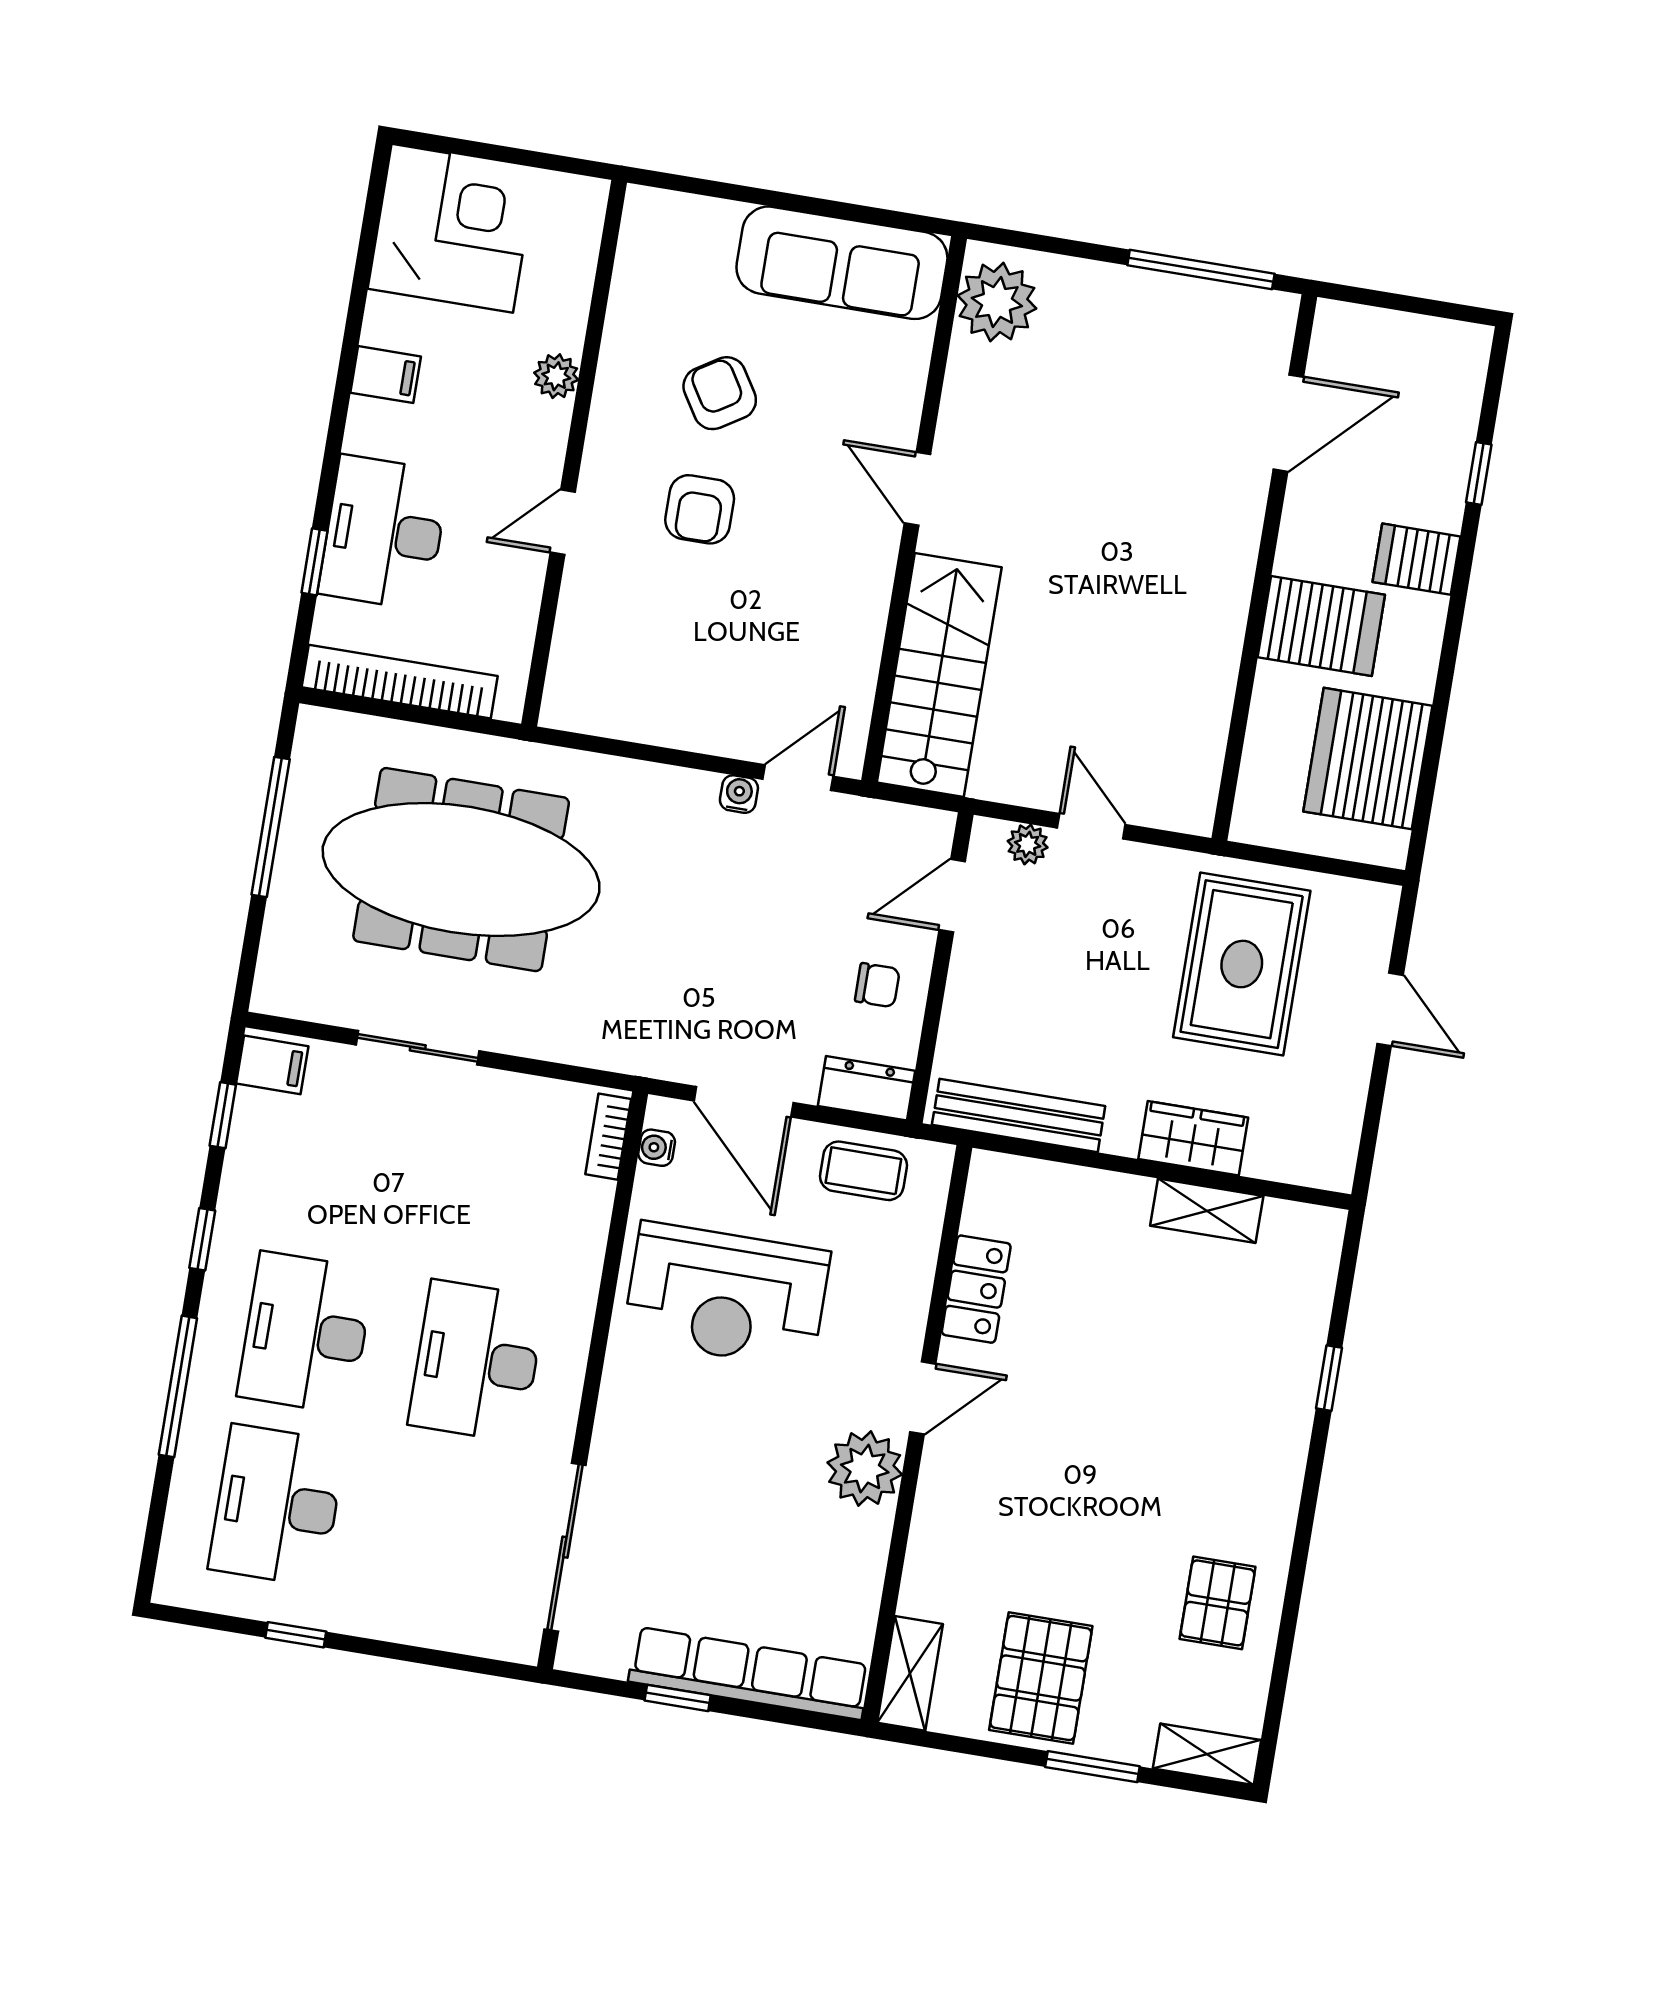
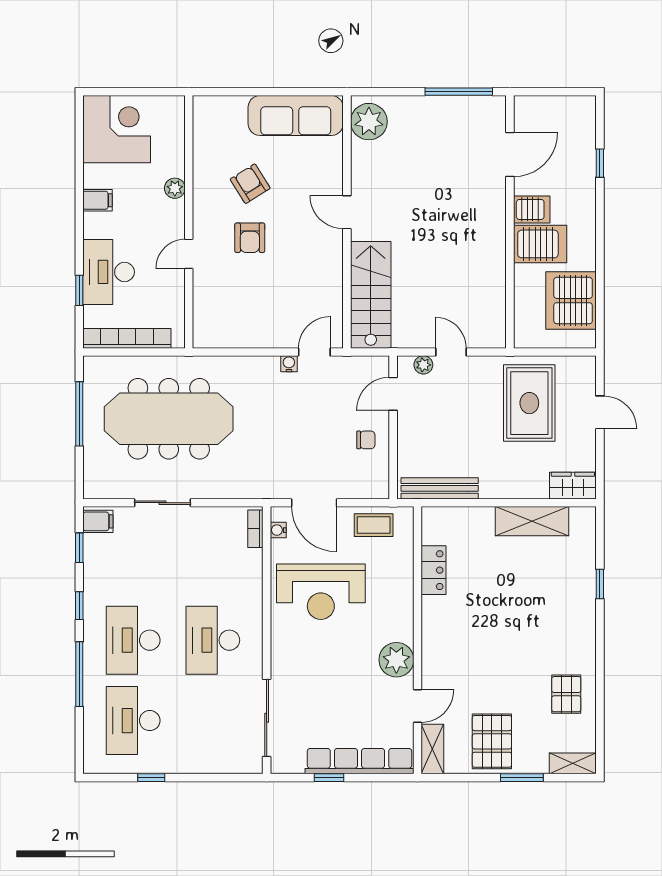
server rack: (1416, 559) -> (532, 209), moved, turned 180
dresser: (867, 1088) -> (369, 487), removed
wardrobe: (1193, 1138) -> (573, 486), moved
shelving: (1207, 1211) -> (532, 521), width x1.50, depth x1.33
door: (923, 1398) -> (417, 706), moved

